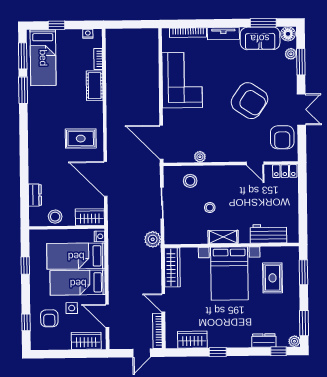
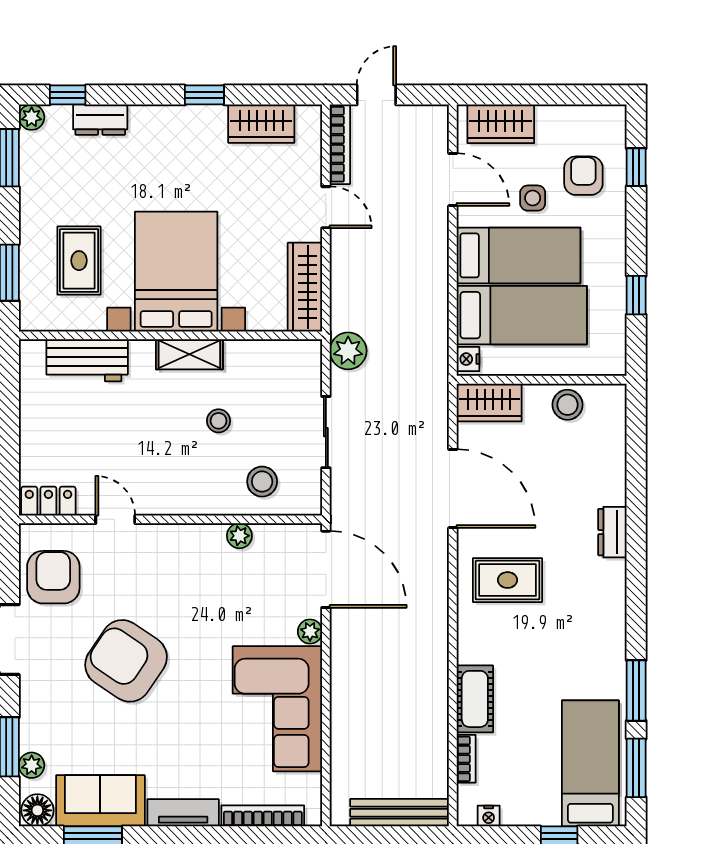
bench: (127, 35) -> (400, 813), added
plant: (168, 115) -> (310, 632), added
dresser: (35, 195) -> (612, 532), moved

